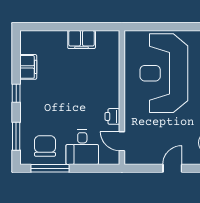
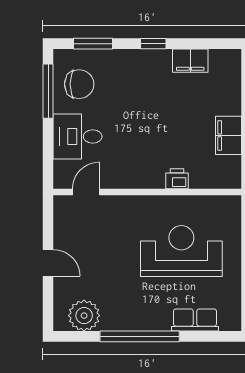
reception desk: (164, 73) -> (181, 251), width x0.74, depth x0.77
printer: (112, 116) -> (177, 179), moved

